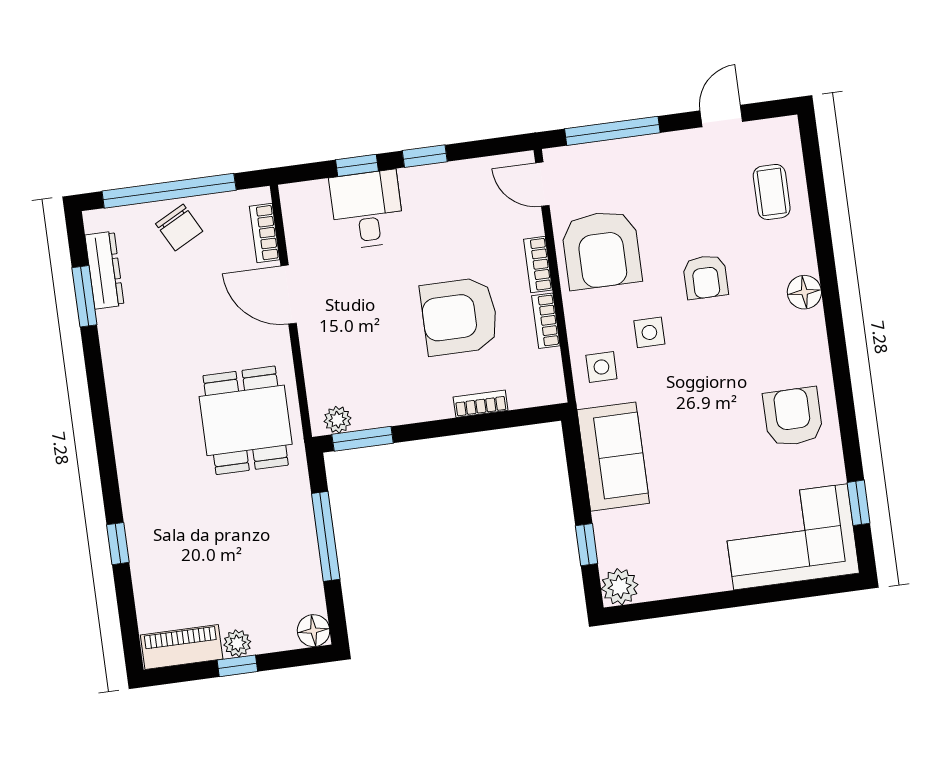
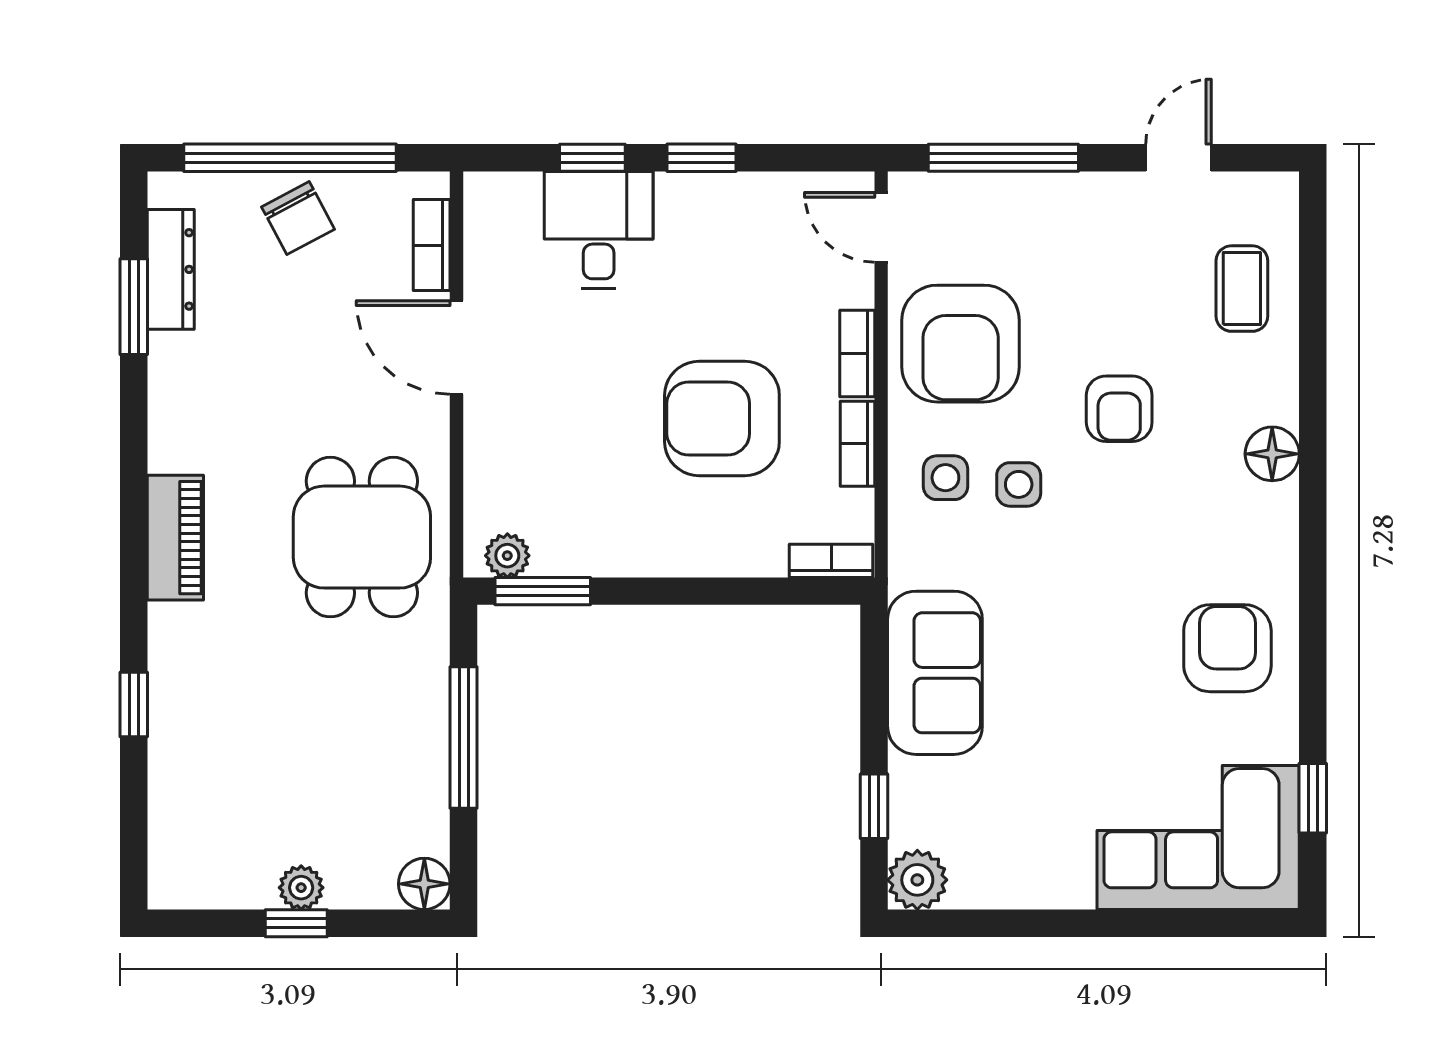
side table: (601, 367) -> (945, 478), moved
bookcase: (481, 404) -> (831, 561), moved
piano: (182, 647) -> (175, 538), moved, turned 90

